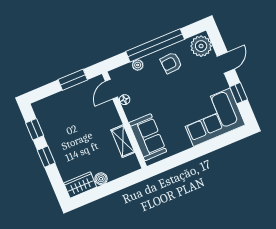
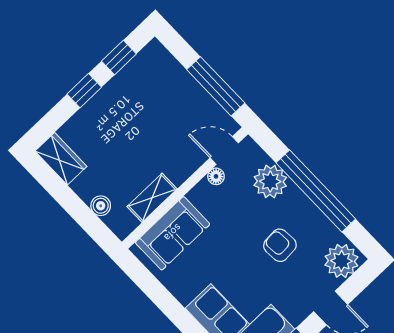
armchair: (171, 63) -> (280, 245), moved
plant: (138, 65) -> (270, 181), width x1.87, depth x1.87
window: (73, 80) -> (216, 86), width x1.44
boiler: (101, 179) -> (101, 206), moved

